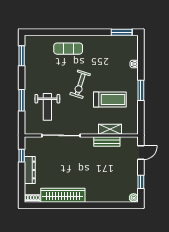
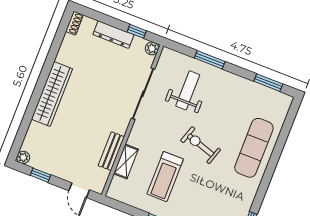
exercise mat: (68, 49) -> (254, 148), width x1.36, depth x1.45
weight bench: (47, 107) -> (188, 90), turned 90
plant: (29, 141) -> (152, 48), added
wardrobe: (63, 195) -> (52, 94), moved

